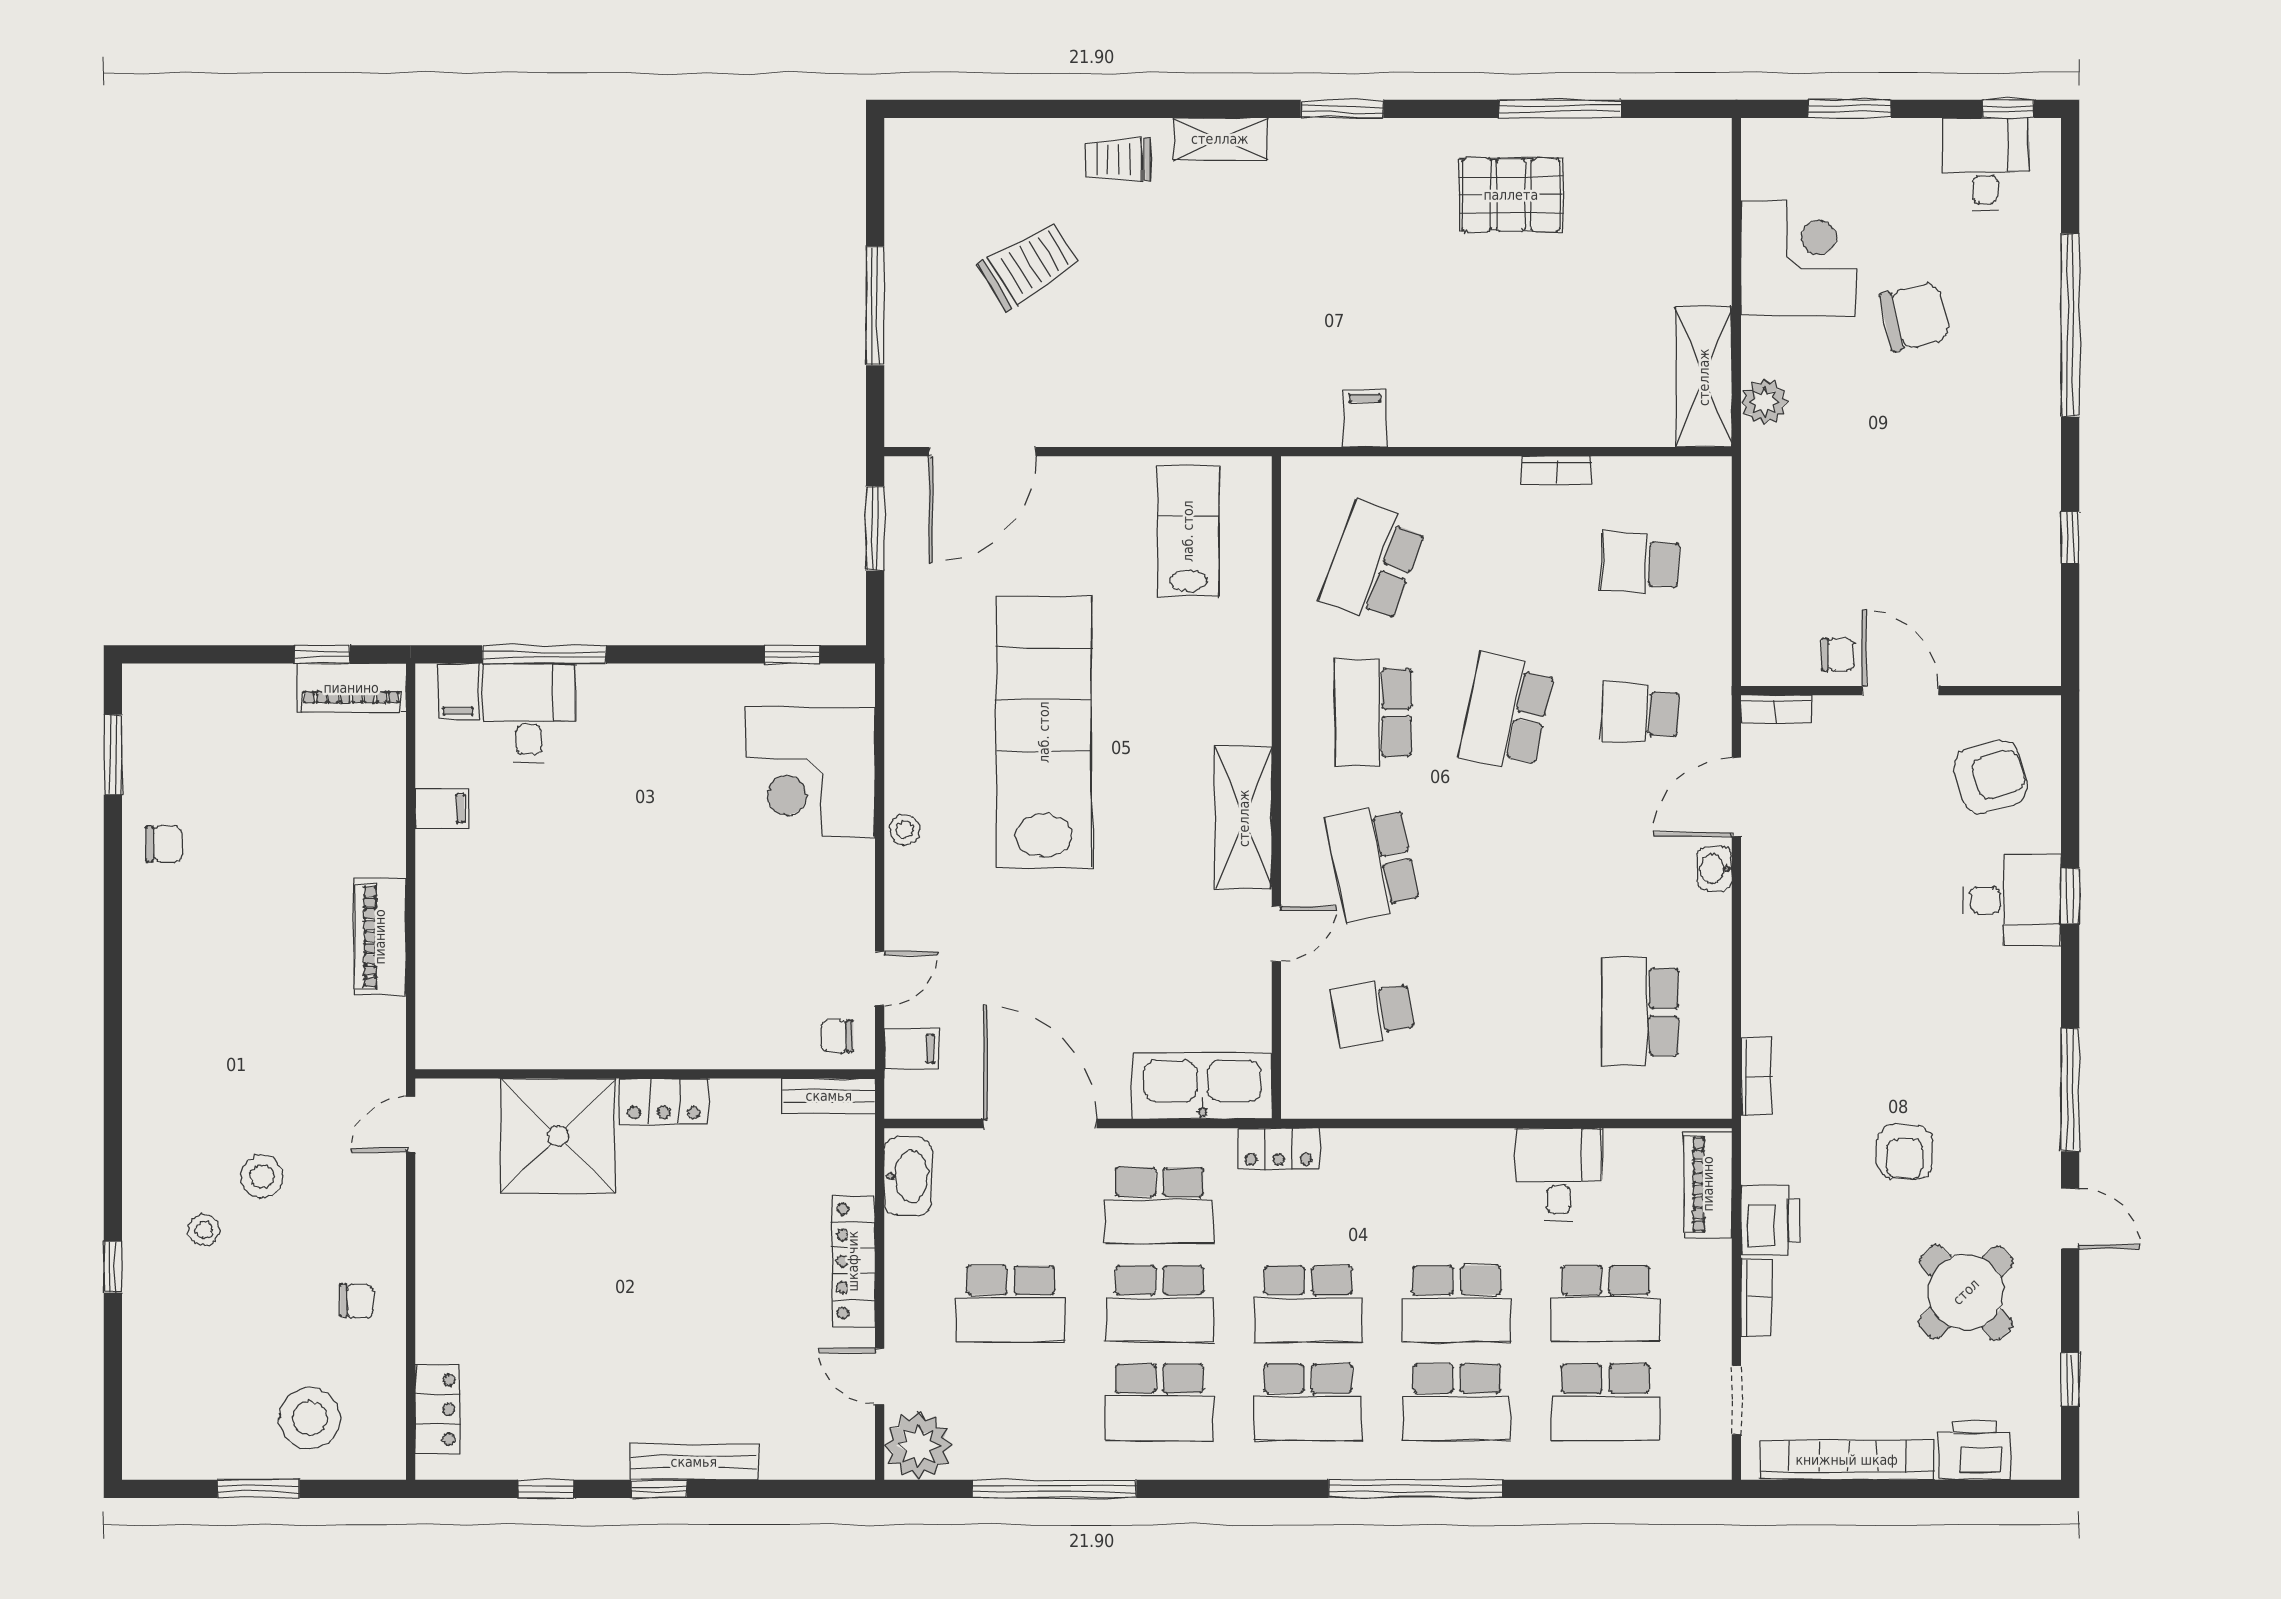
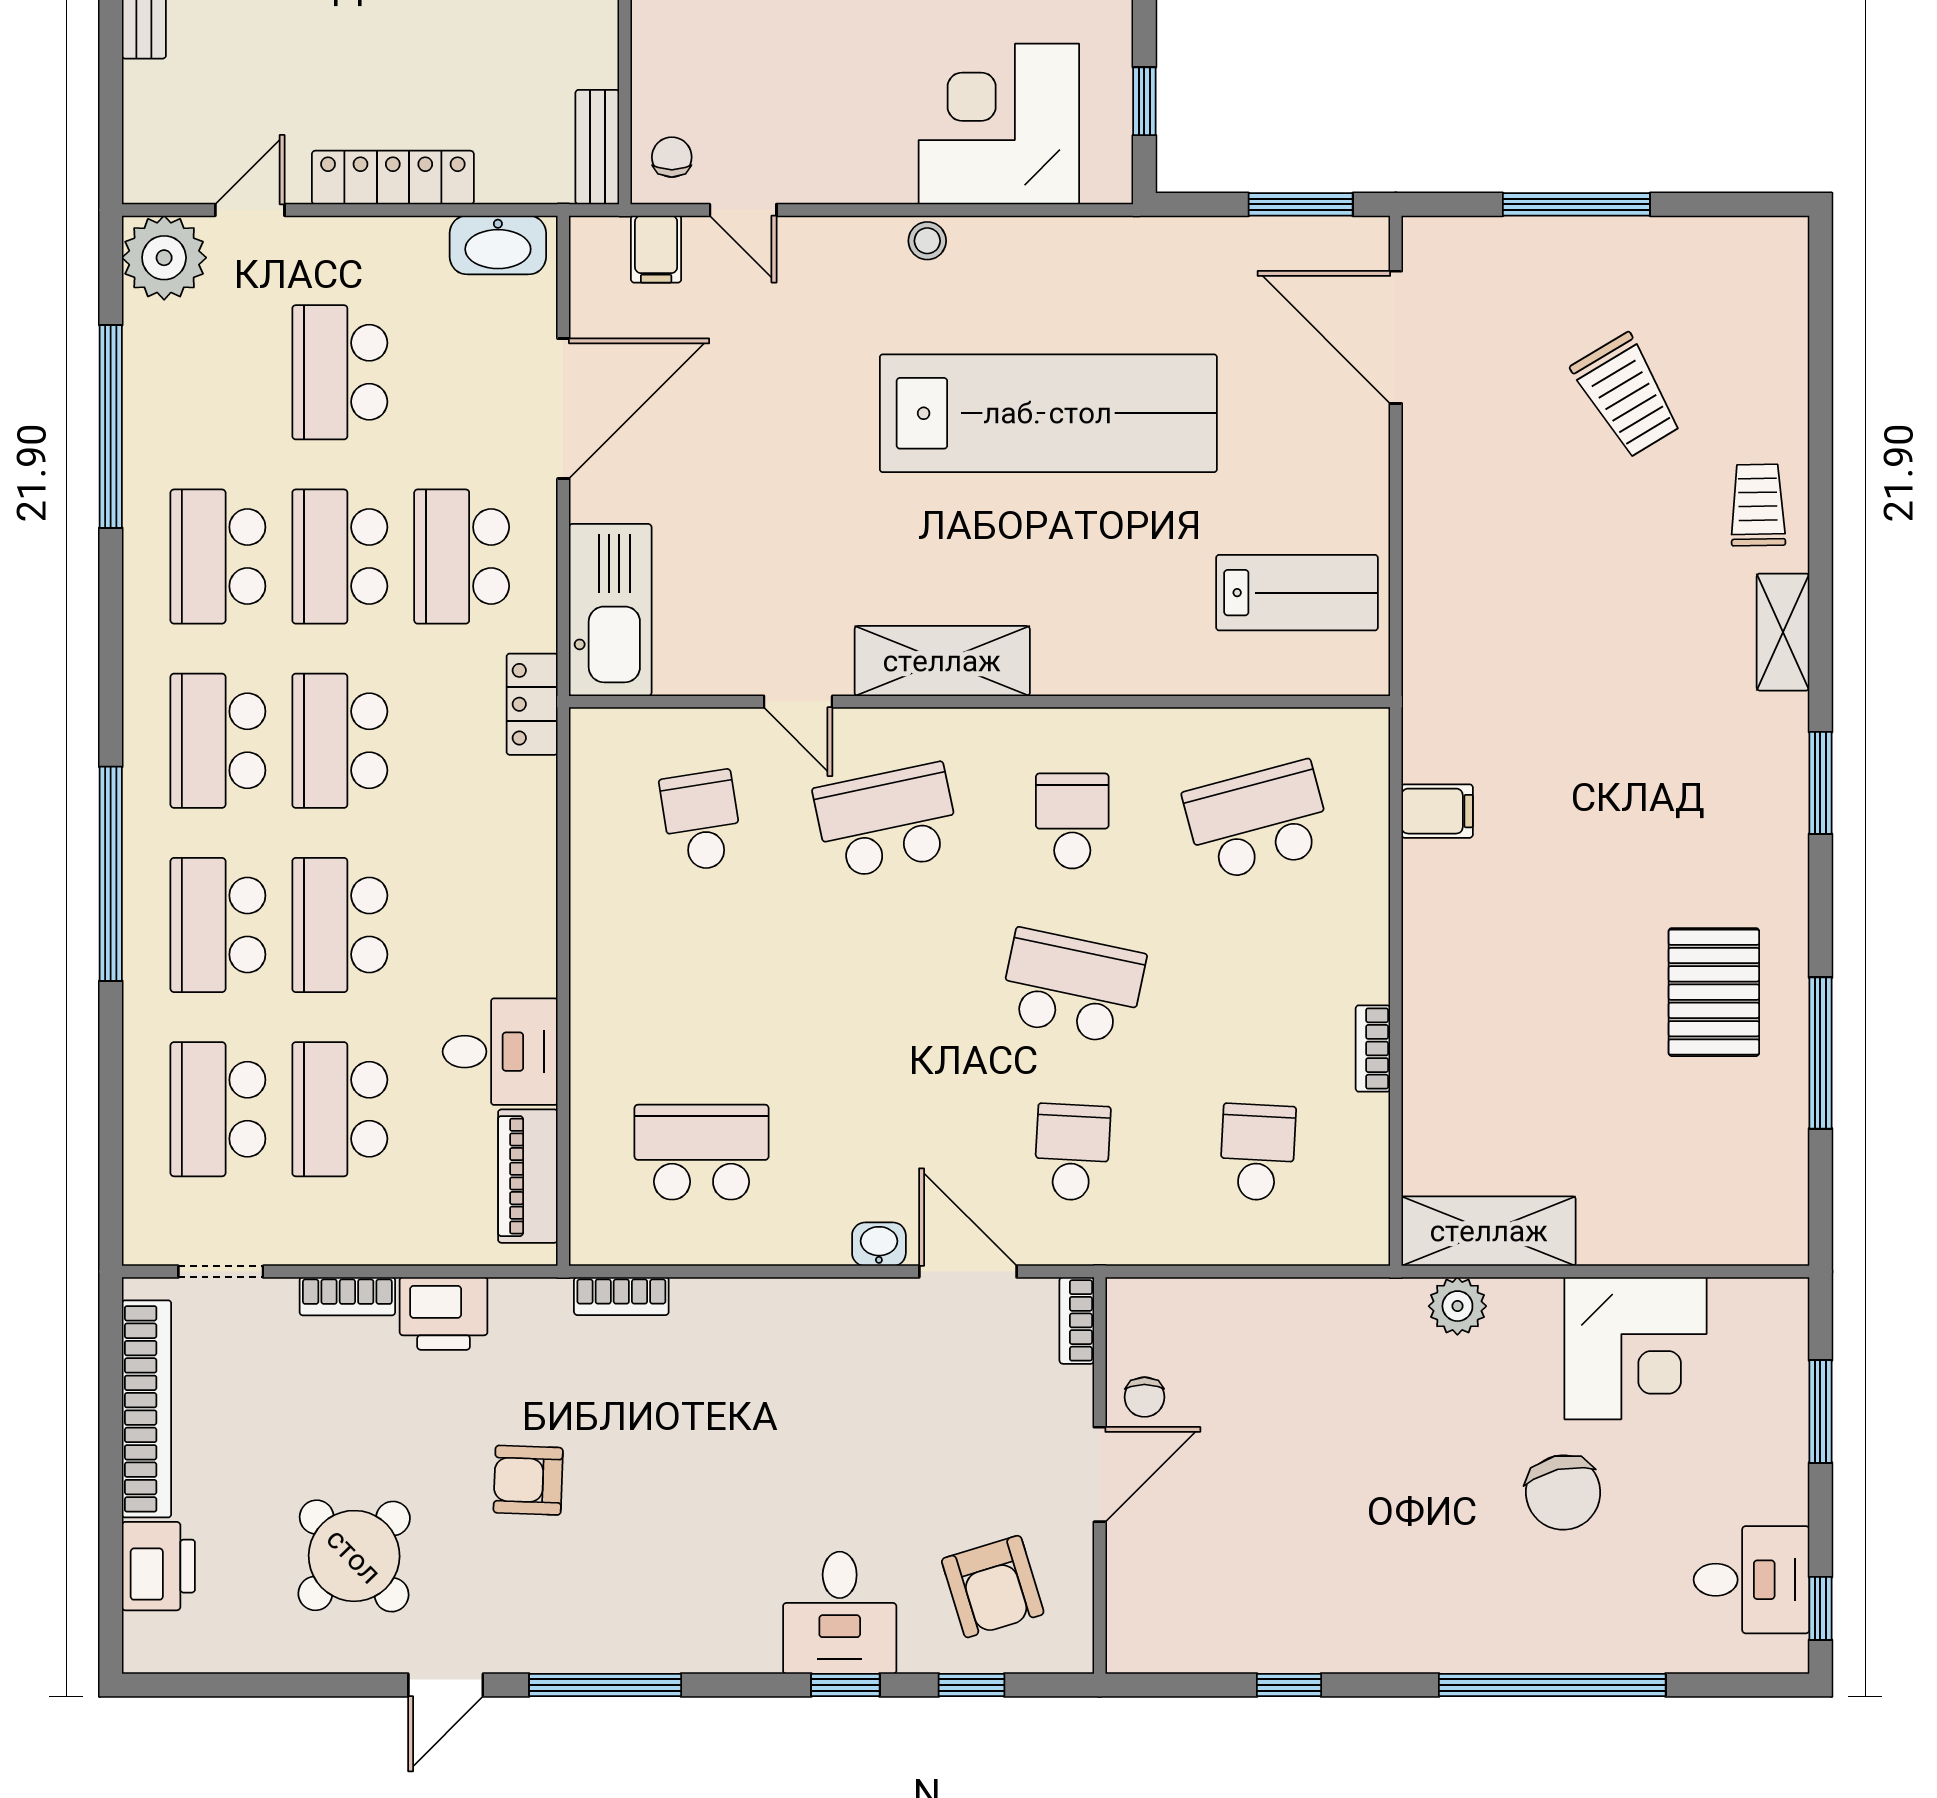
school desk: (1373, 563) -> (1258, 821), turned -36
school desk: (1373, 713) -> (1072, 821), width x0.54
piano: (1708, 1184) -> (528, 1176), moved, turned -90
window: (2070, 1379) -> (972, 1685), moved

